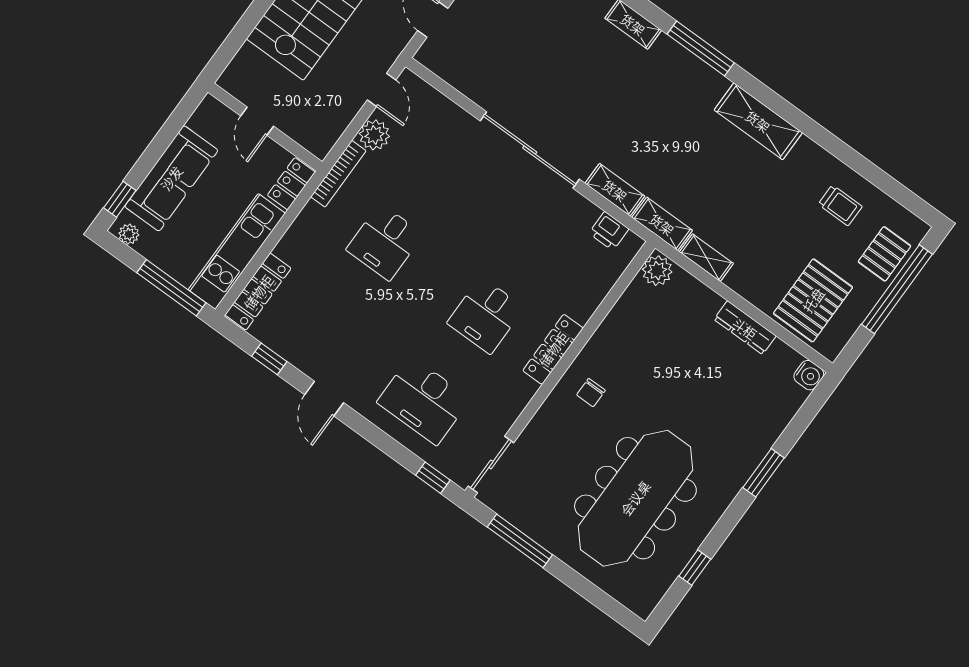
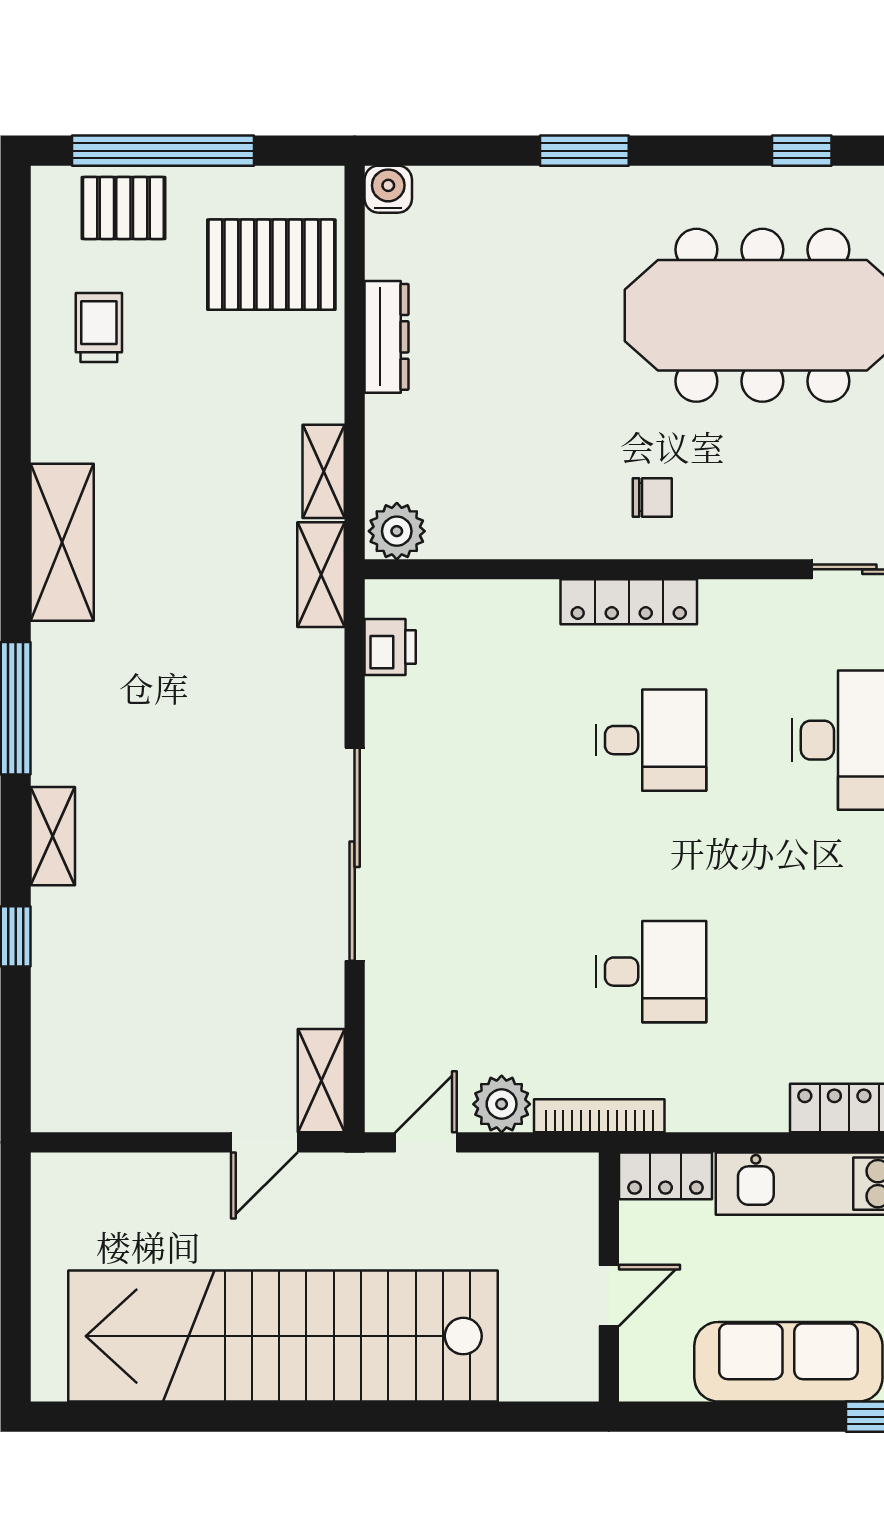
shelving: (615, 190) -> (321, 1081), moved

